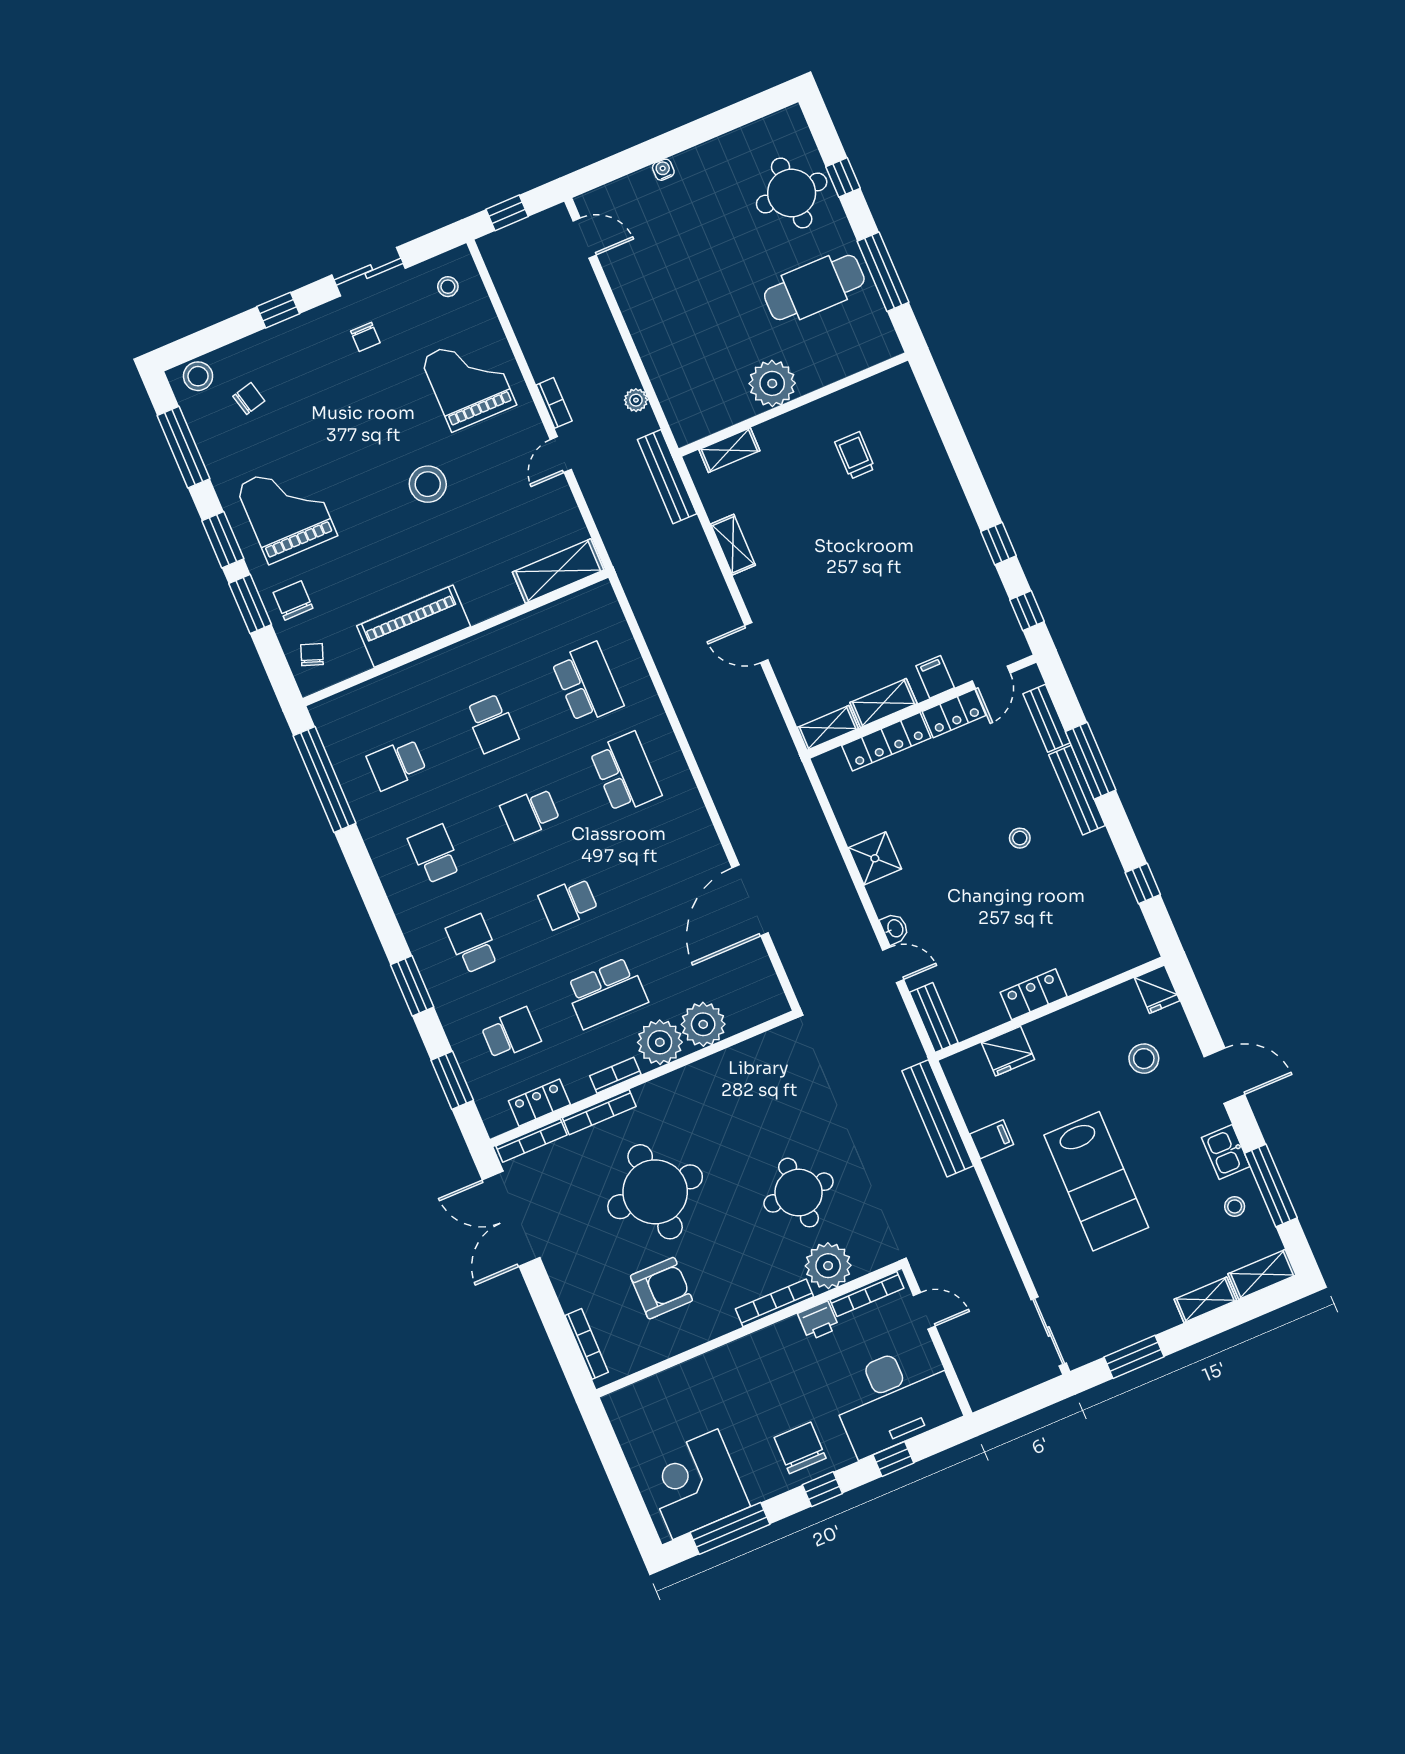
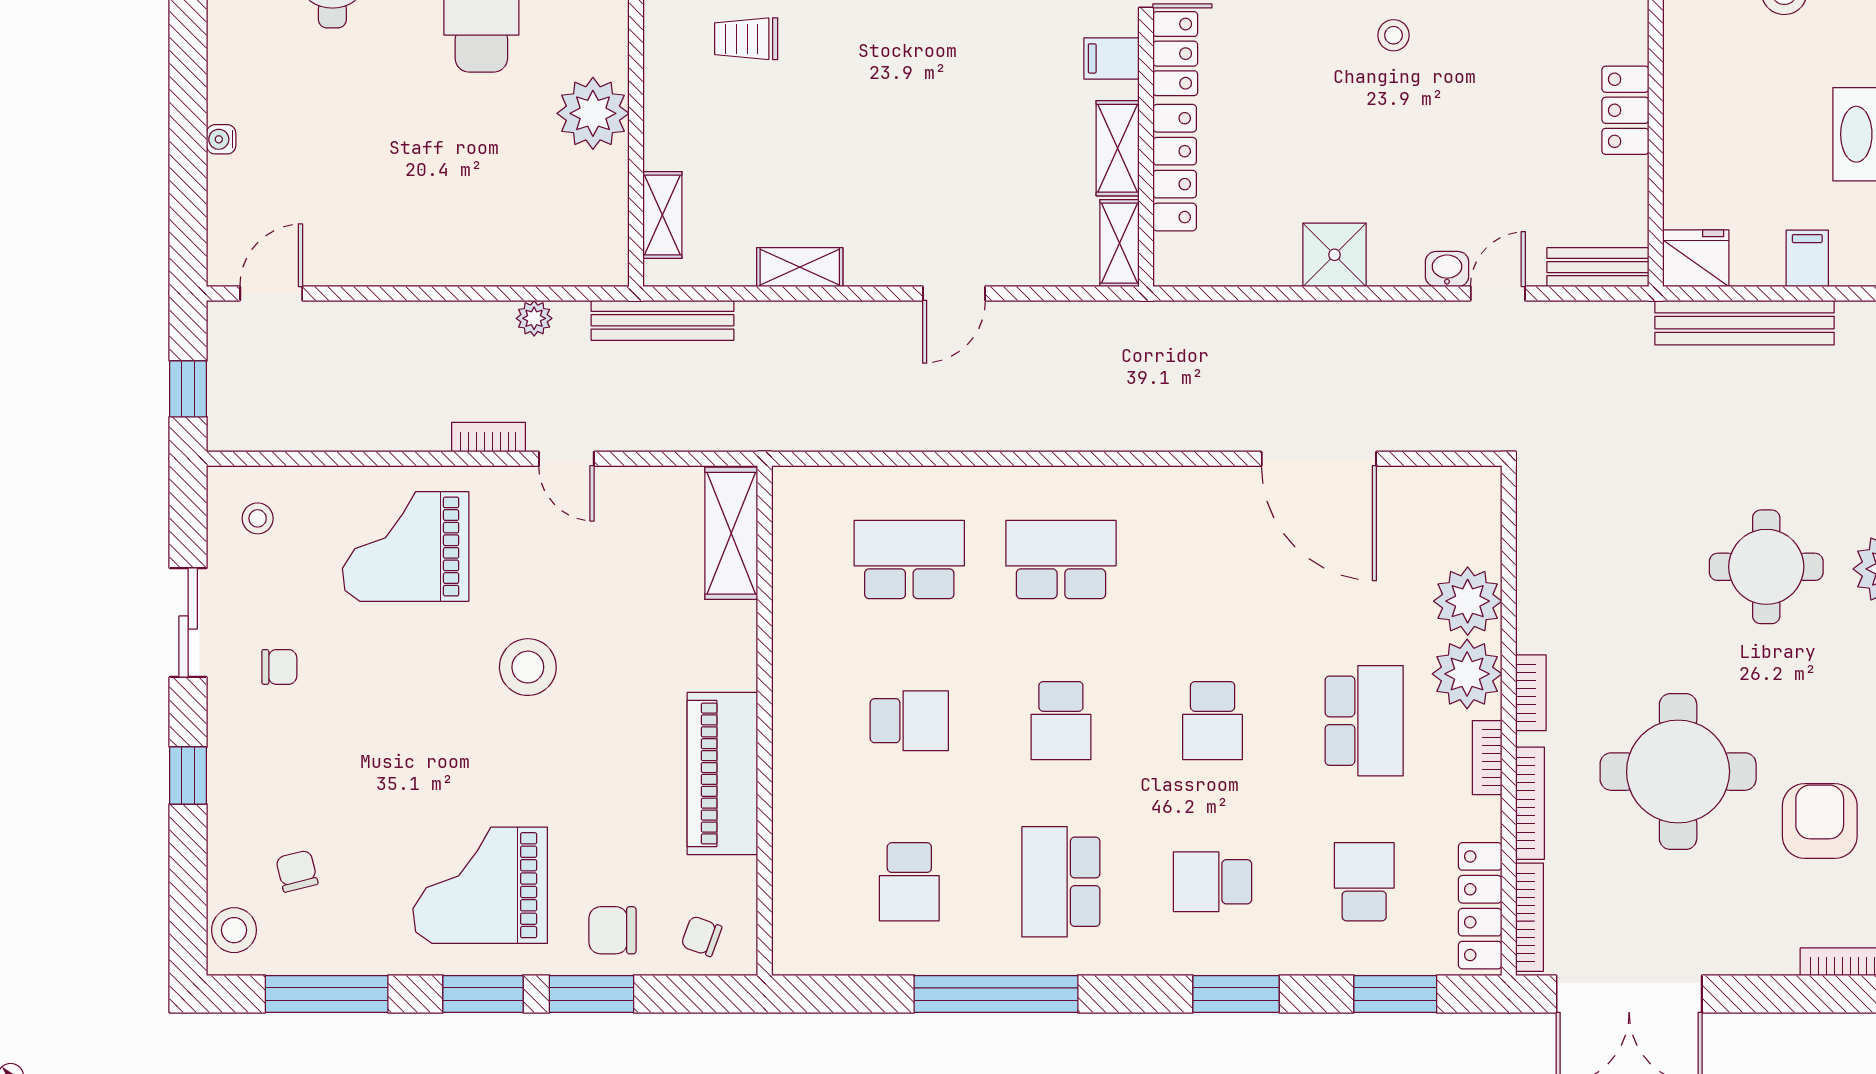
window: (325, 779) -> (996, 994), moved
school desk: (435, 854) -> (1061, 882), width x1.85
fridge: (1008, 1051) -> (1696, 258), moved, turned -90
bookcase: (665, 1085) -> (1531, 693), added
locker: (539, 1103) -> (1480, 906), width x1.53

